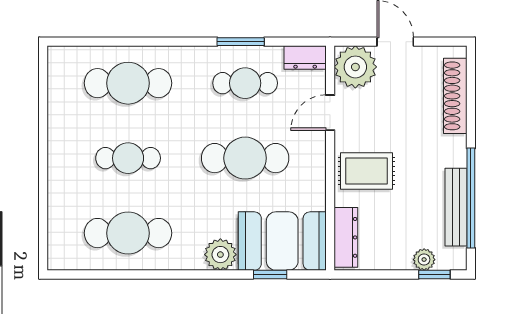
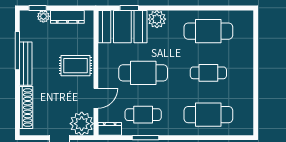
window: (471, 198) -> (17, 51), width x0.68
bench: (456, 207) -> (26, 64), moved
dresser: (346, 237) -> (67, 17), moved, turned -90

